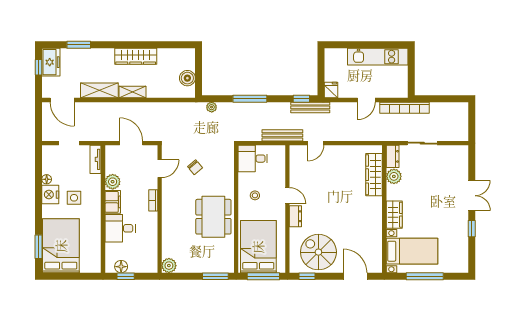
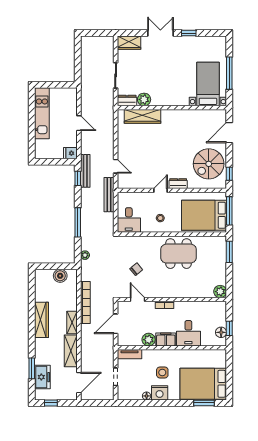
freezer: (51, 62) -> (42, 377), moved, turned 90
bookcase: (405, 108) -> (85, 302), moved
wardrobe: (394, 215) -> (129, 43), moved, turned 180

